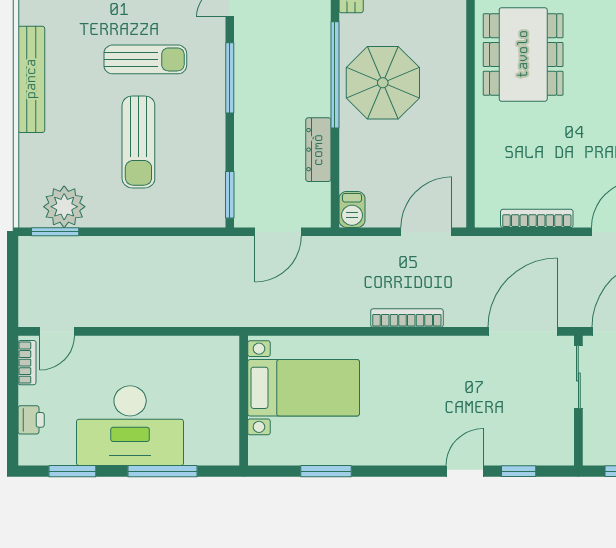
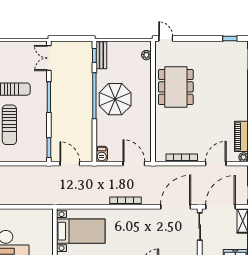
dresser: (318, 150) -> (87, 128), removed
door: (278, 232) -> (70, 164), swing flipped
door: (426, 232) -> (134, 164), hinge flipped

